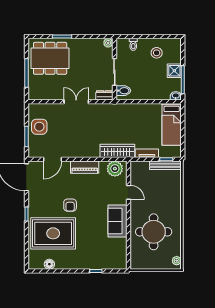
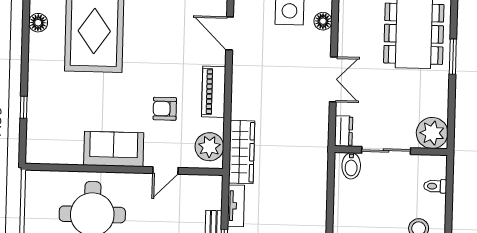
plant: (108, 43) -> (432, 133), width x1.88, depth x1.88
floor lamp: (44, 108) -> (323, 21), added
armchair: (70, 205) -> (165, 109), moved

